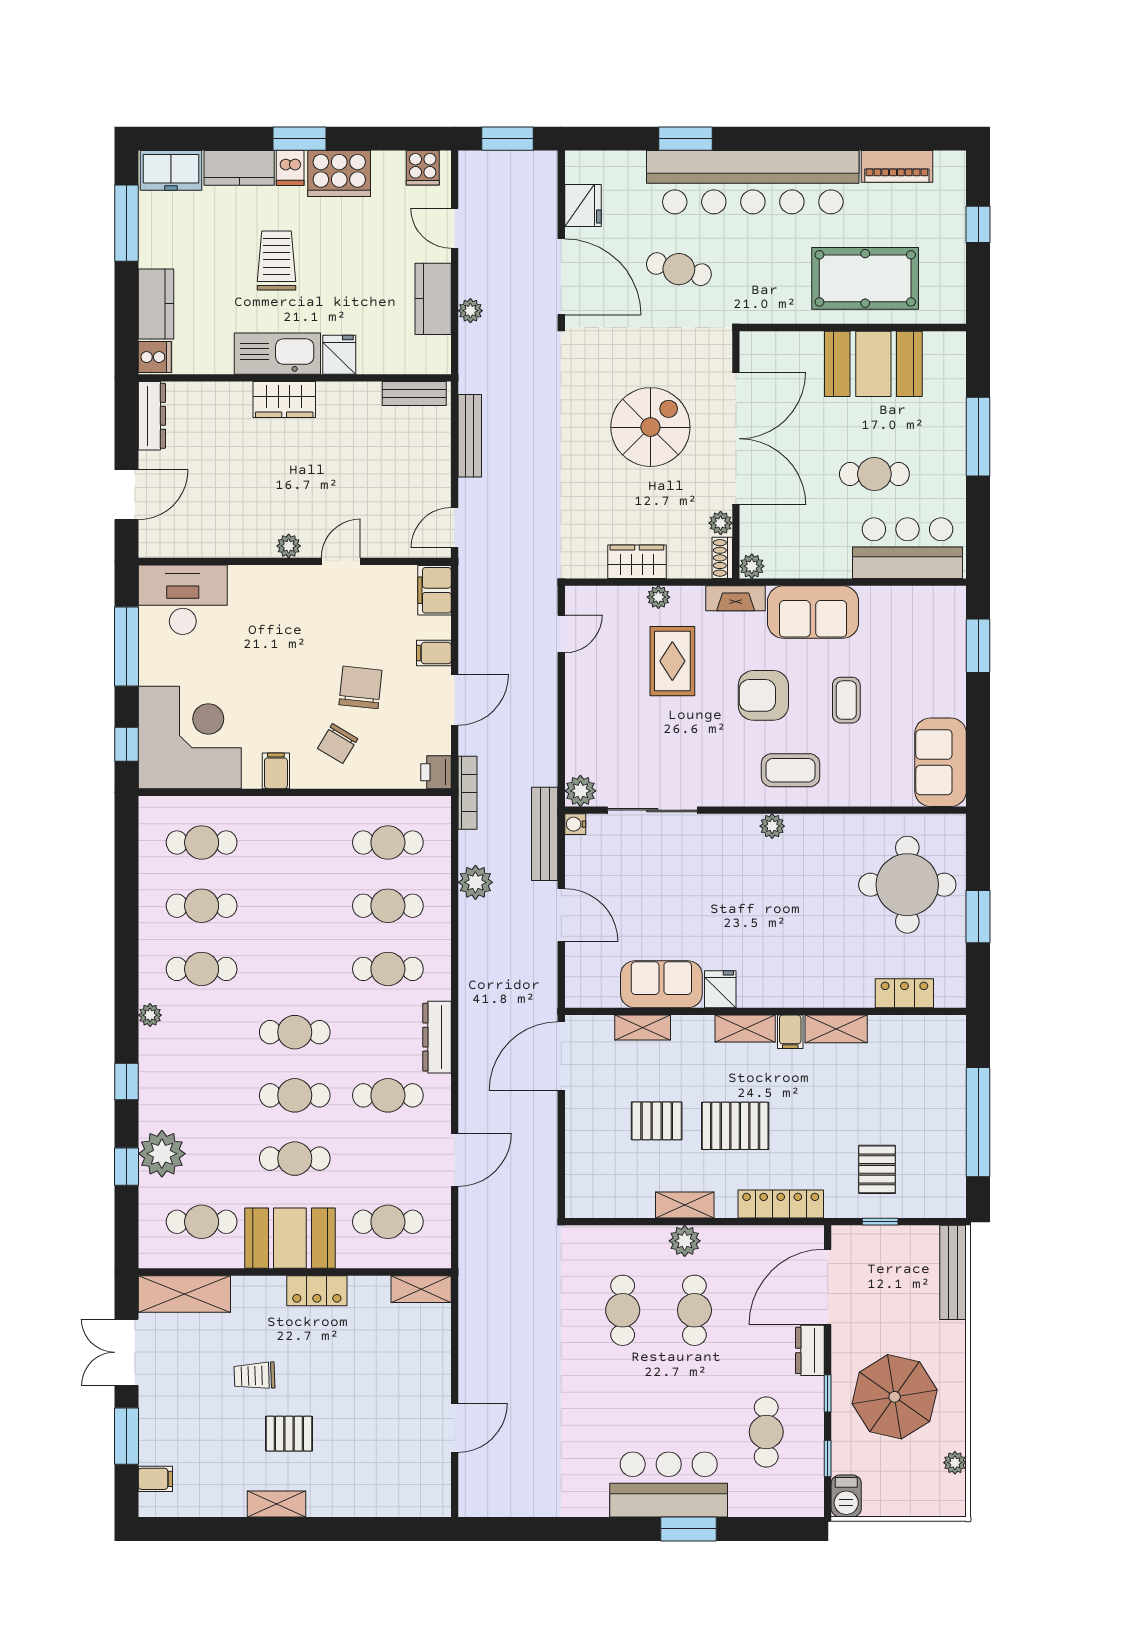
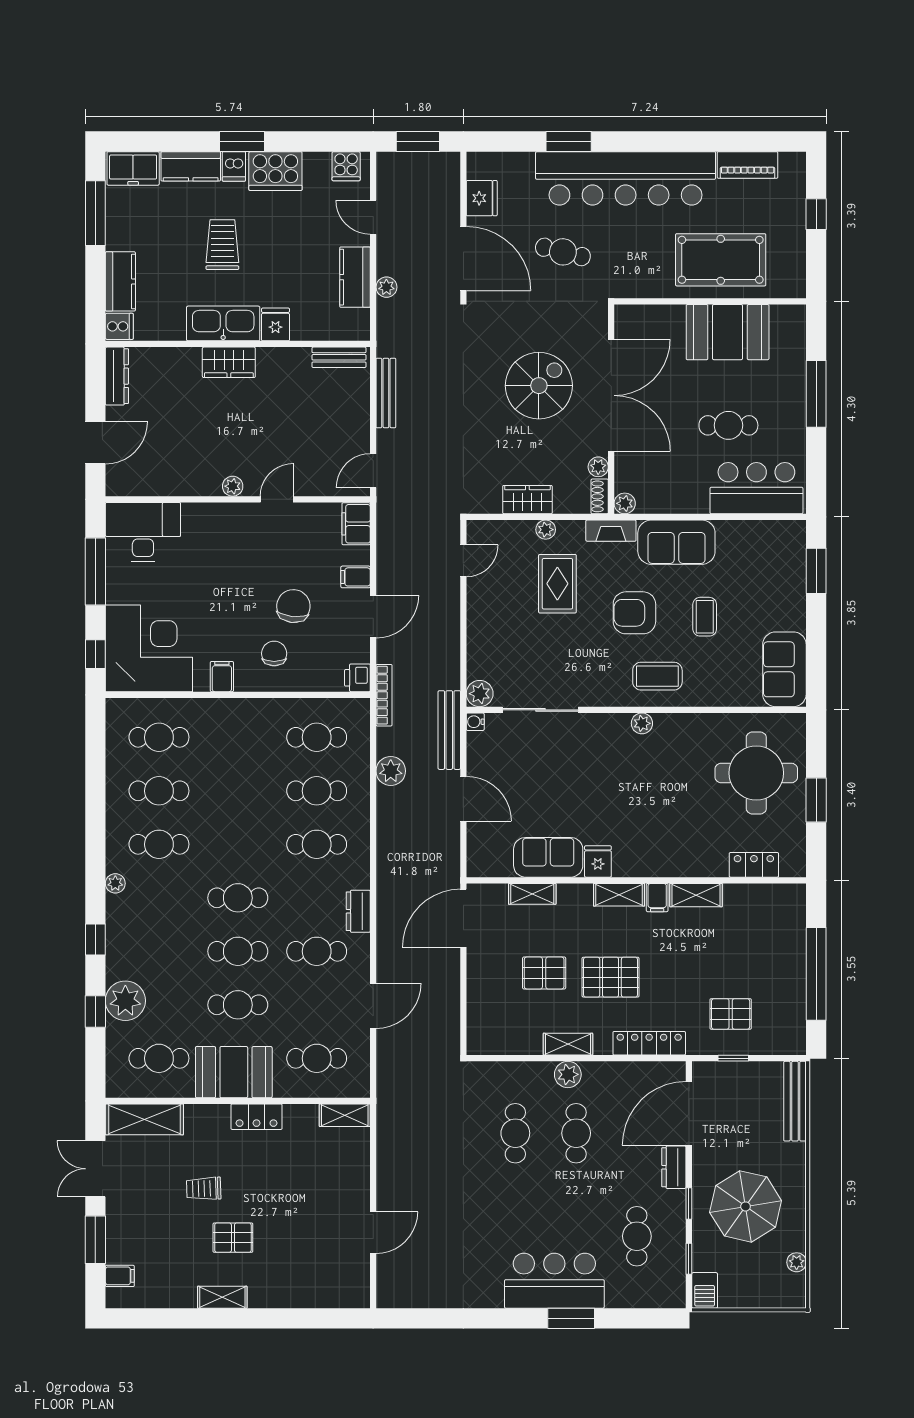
chair: (338, 744) -> (274, 654), turned 149
dresser: (437, 1037) -> (358, 911), width x0.70
pallet: (877, 1169) -> (731, 1014), turned 90

